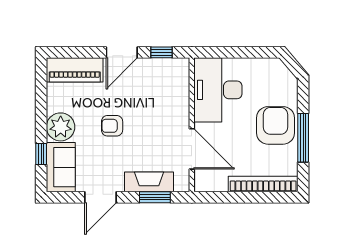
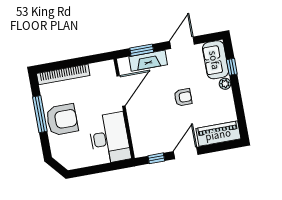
armchair: (275, 125) -> (62, 120), turned -90
plant: (61, 127) -> (225, 84), width x0.53, depth x0.53
door: (192, 149) -> (121, 91), swing flipped

